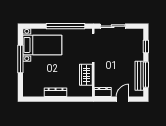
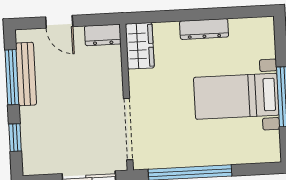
bed with nightstands: (42, 45) -> (236, 96), moved
wardrobe: (86, 75) -> (140, 46), moved
door: (123, 99) -> (59, 22), hinge flipped

